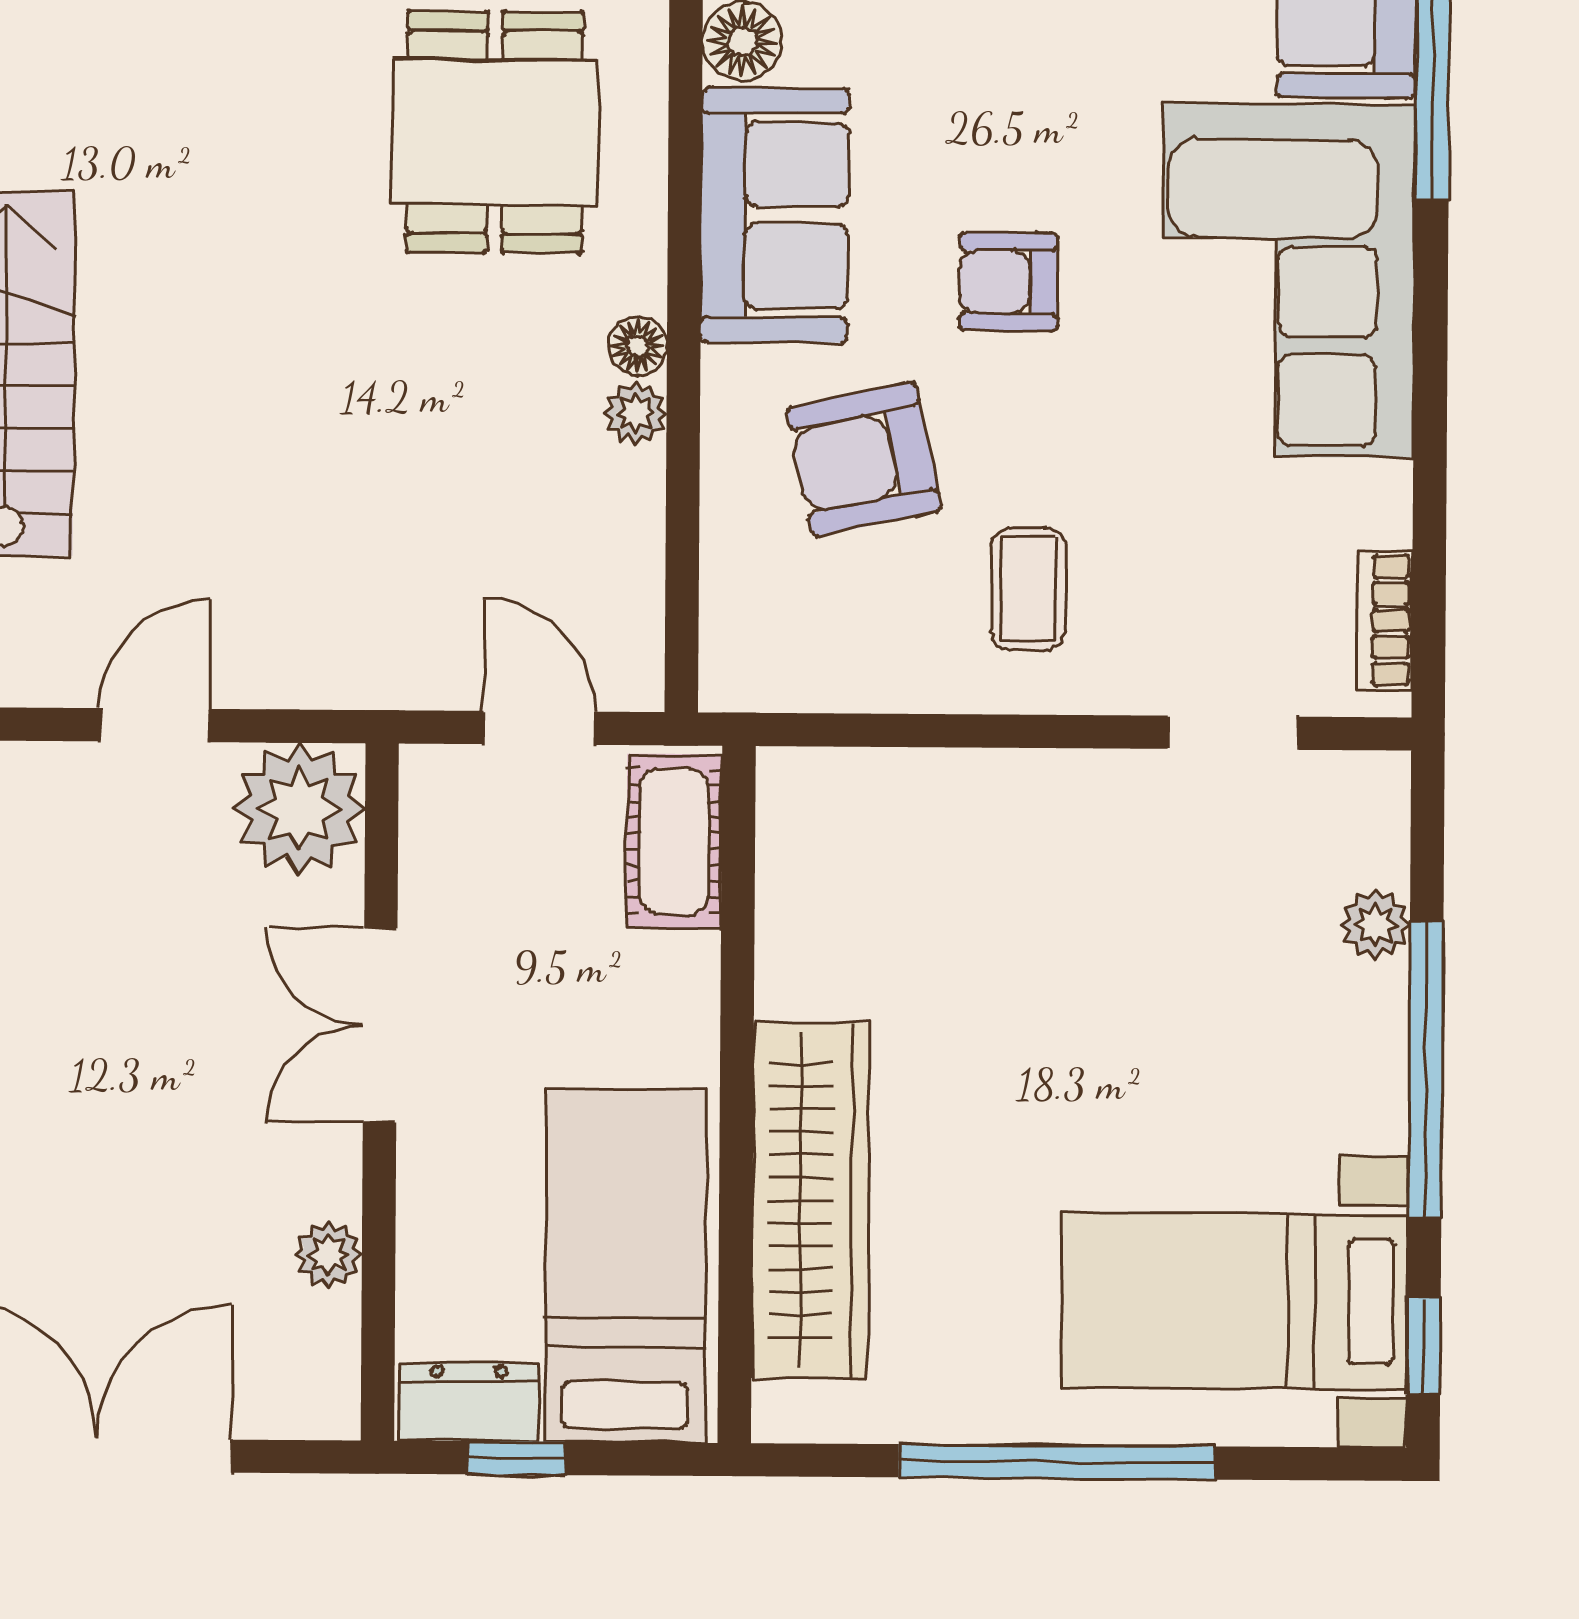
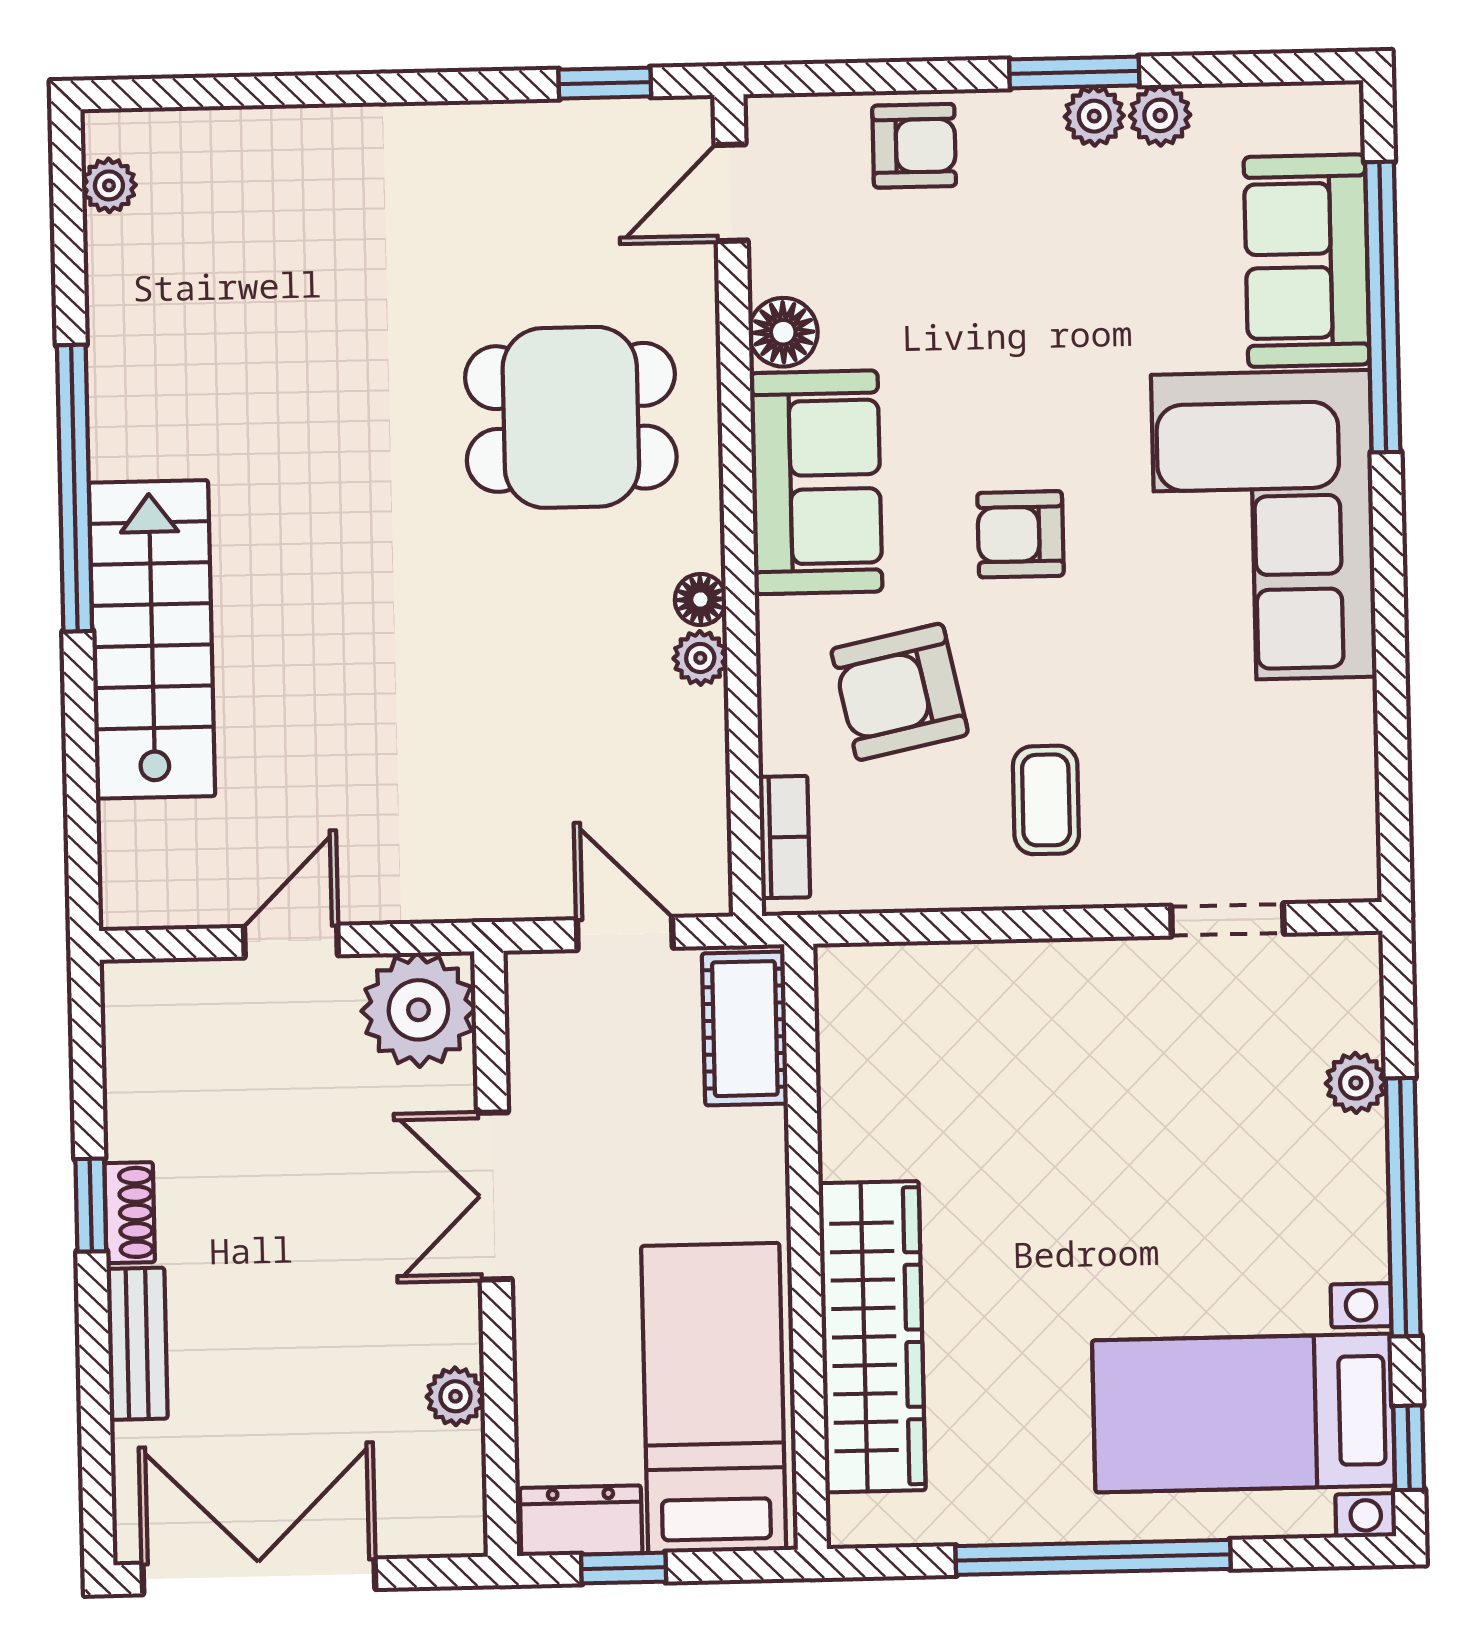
dining table: (495, 132) -> (571, 417), turned 90
bookcase: (1384, 620) -> (784, 837), moved, turned 180

